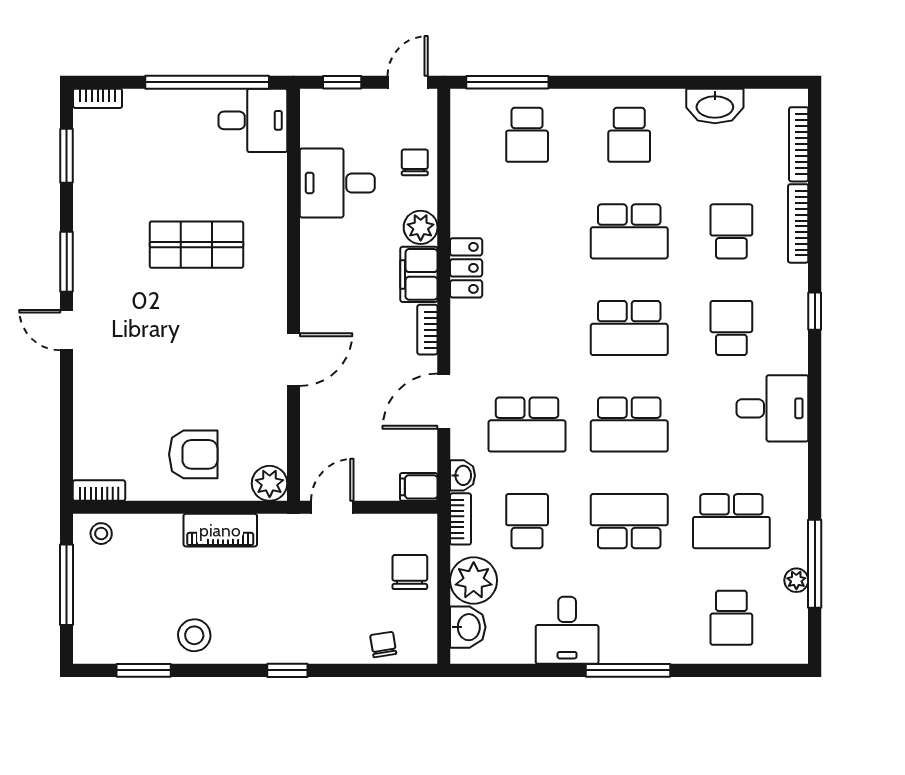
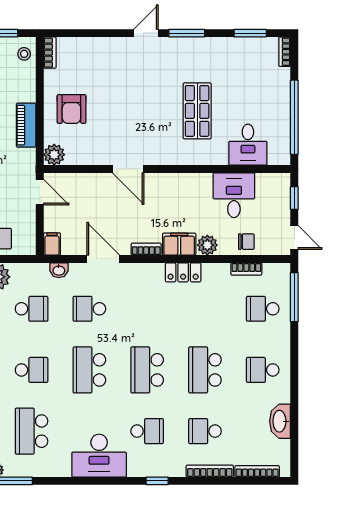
desk: (253, 120) -> (248, 145), moved
school desk: (731, 231) -> (205, 431), turned 180
desk: (772, 408) -> (99, 456), width x1.37
school desk: (527, 425) -> (89, 309), width x0.54
bookcase: (460, 519) -> (246, 269), moved
school desk: (629, 521) -> (32, 370), width x0.54

